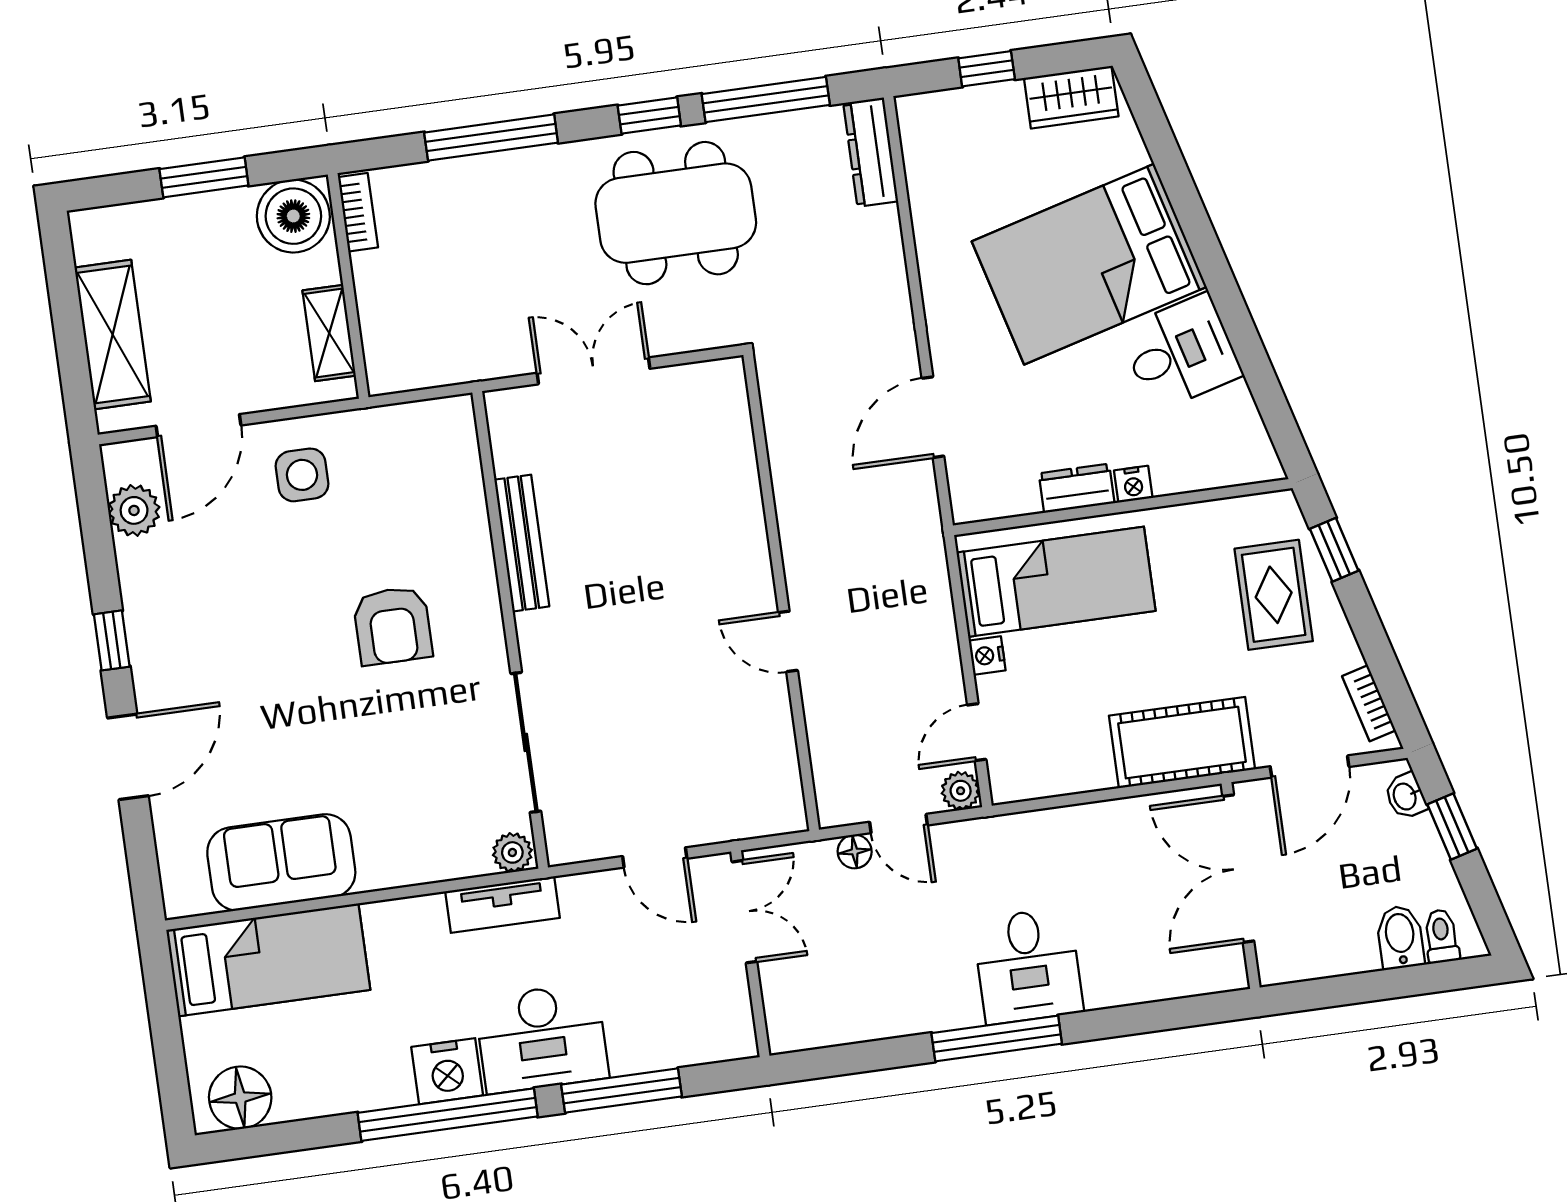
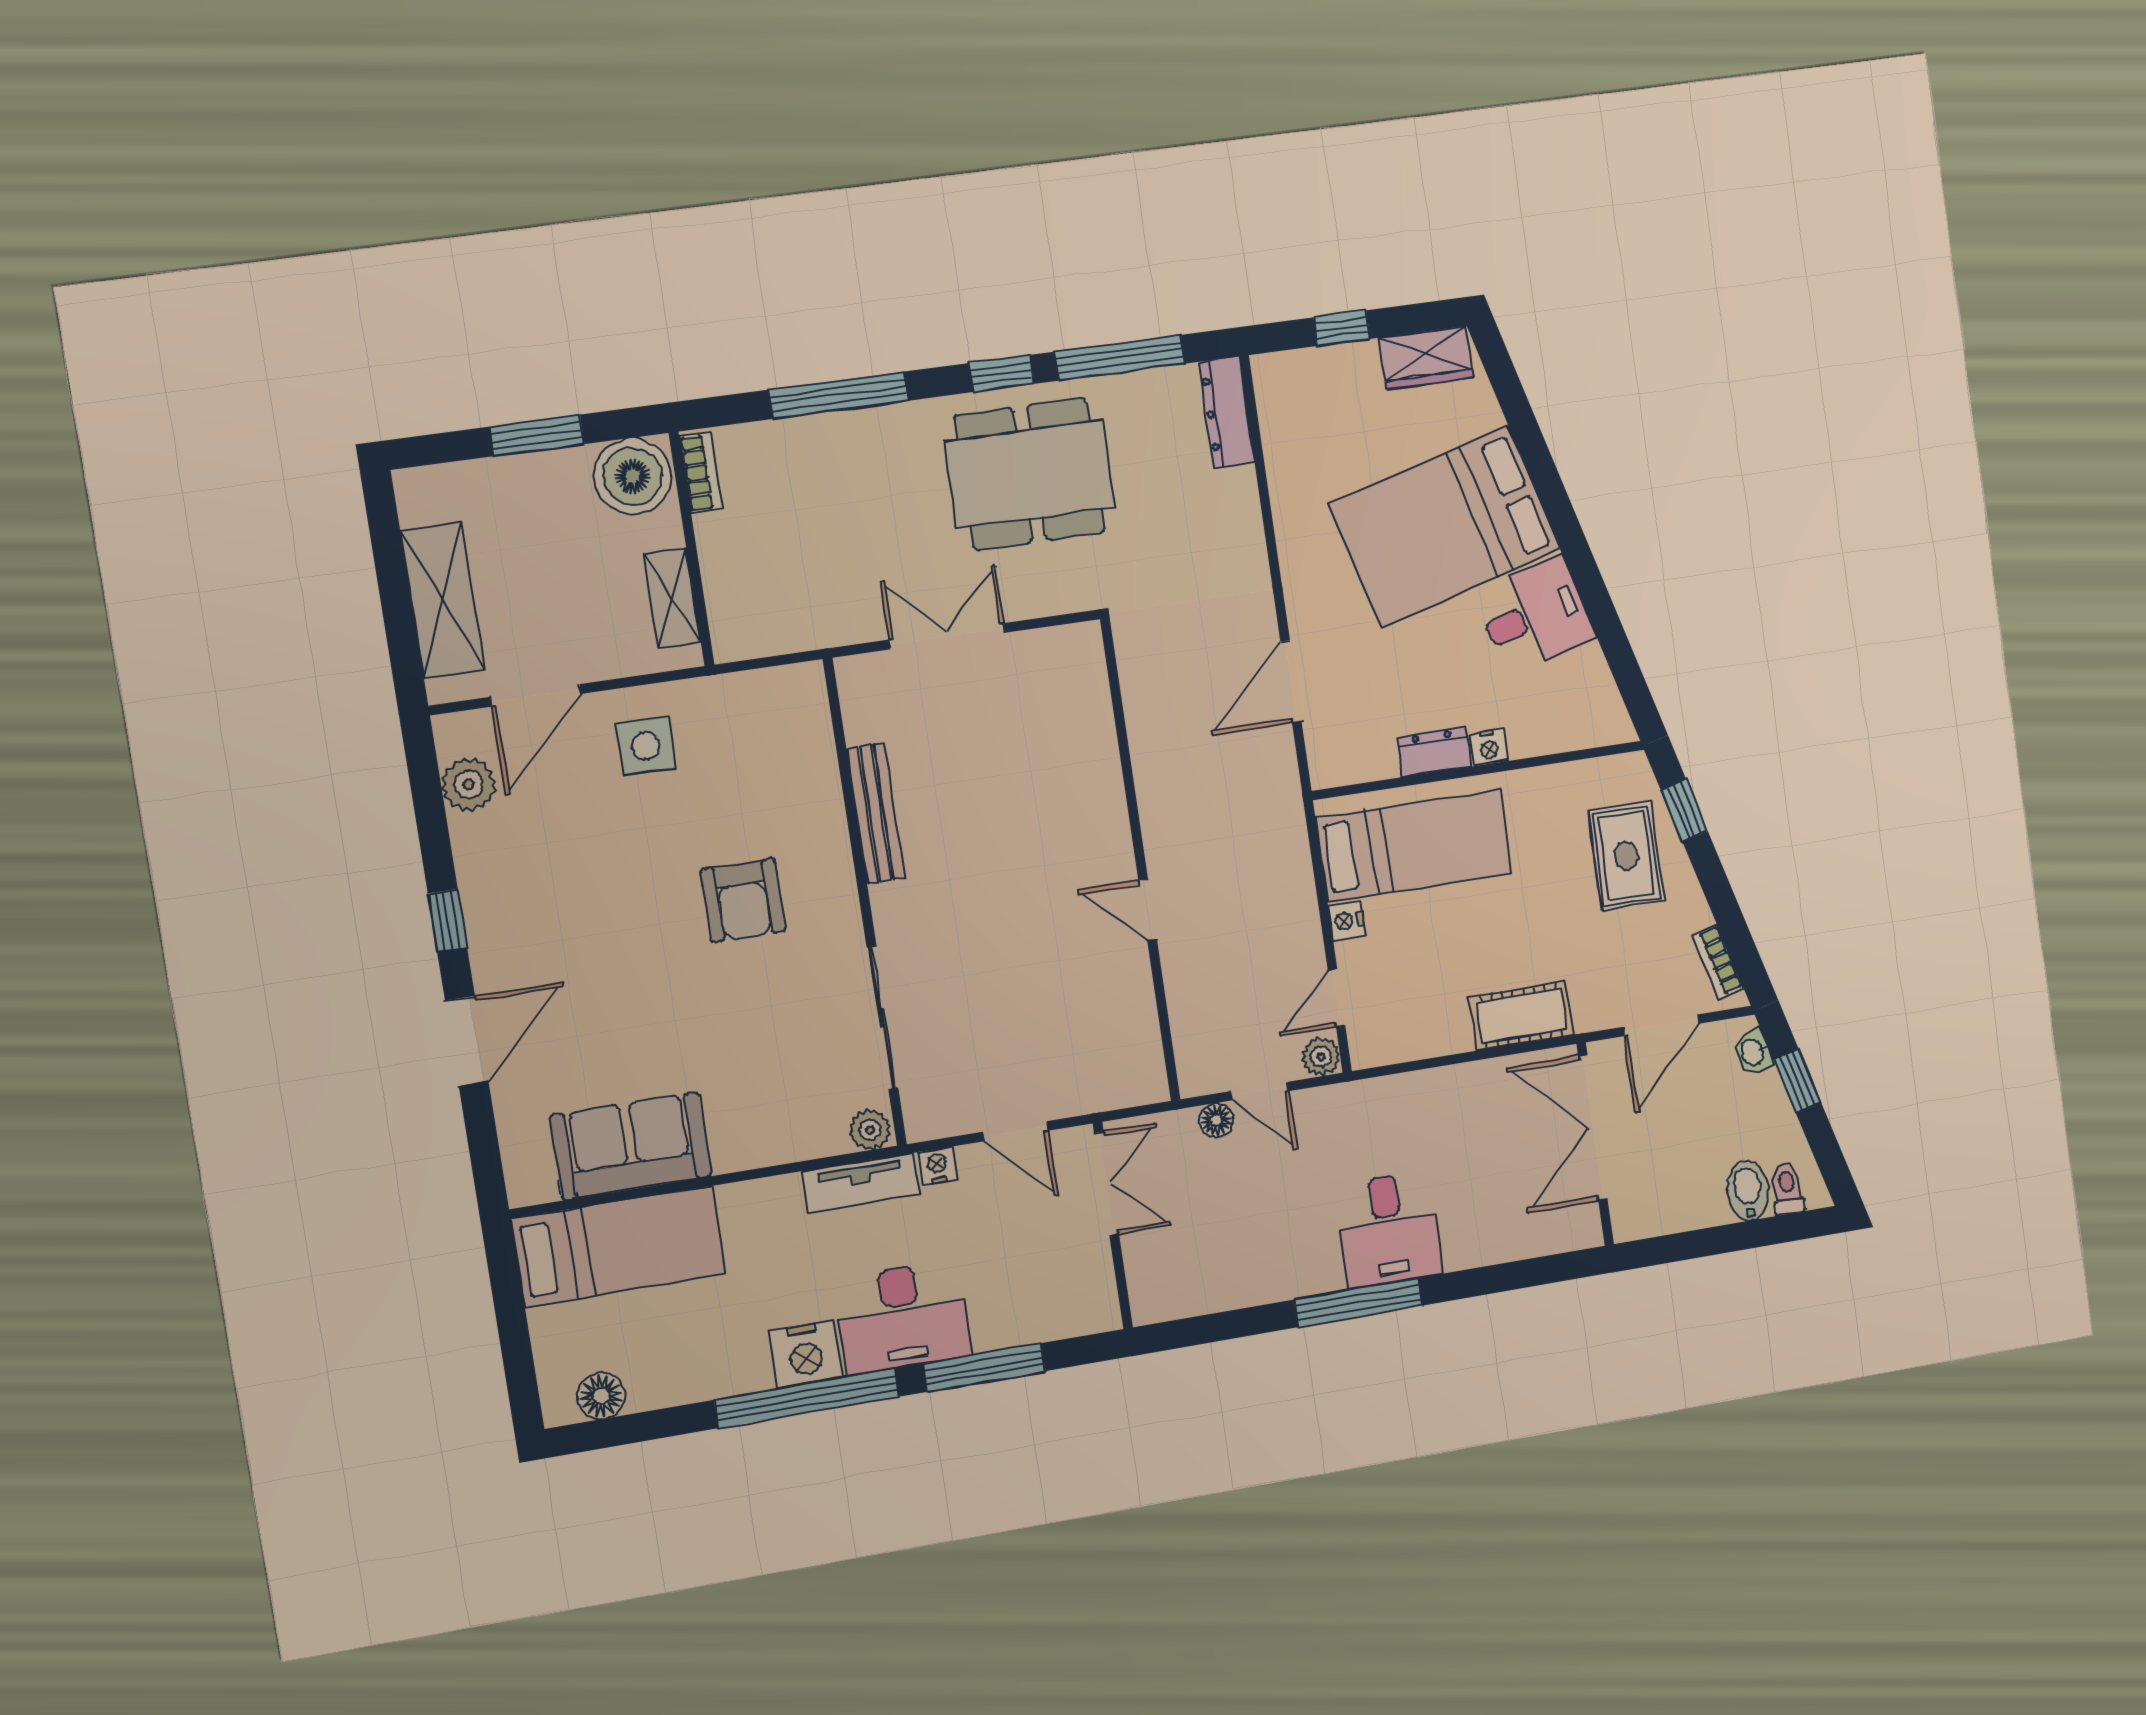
cot: (1182, 743) -> (1521, 1016), width x0.73, depth x0.75
nightstand: (578, 890) -> (937, 1166), added
floor lamp: (240, 1098) -> (601, 1396), width x0.73, depth x0.73

